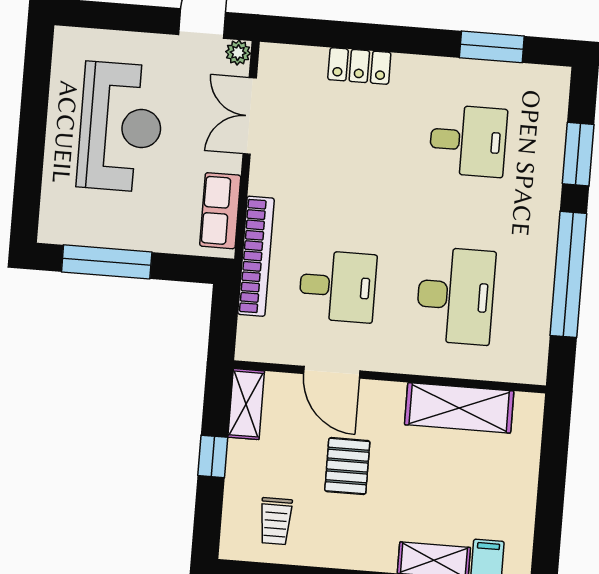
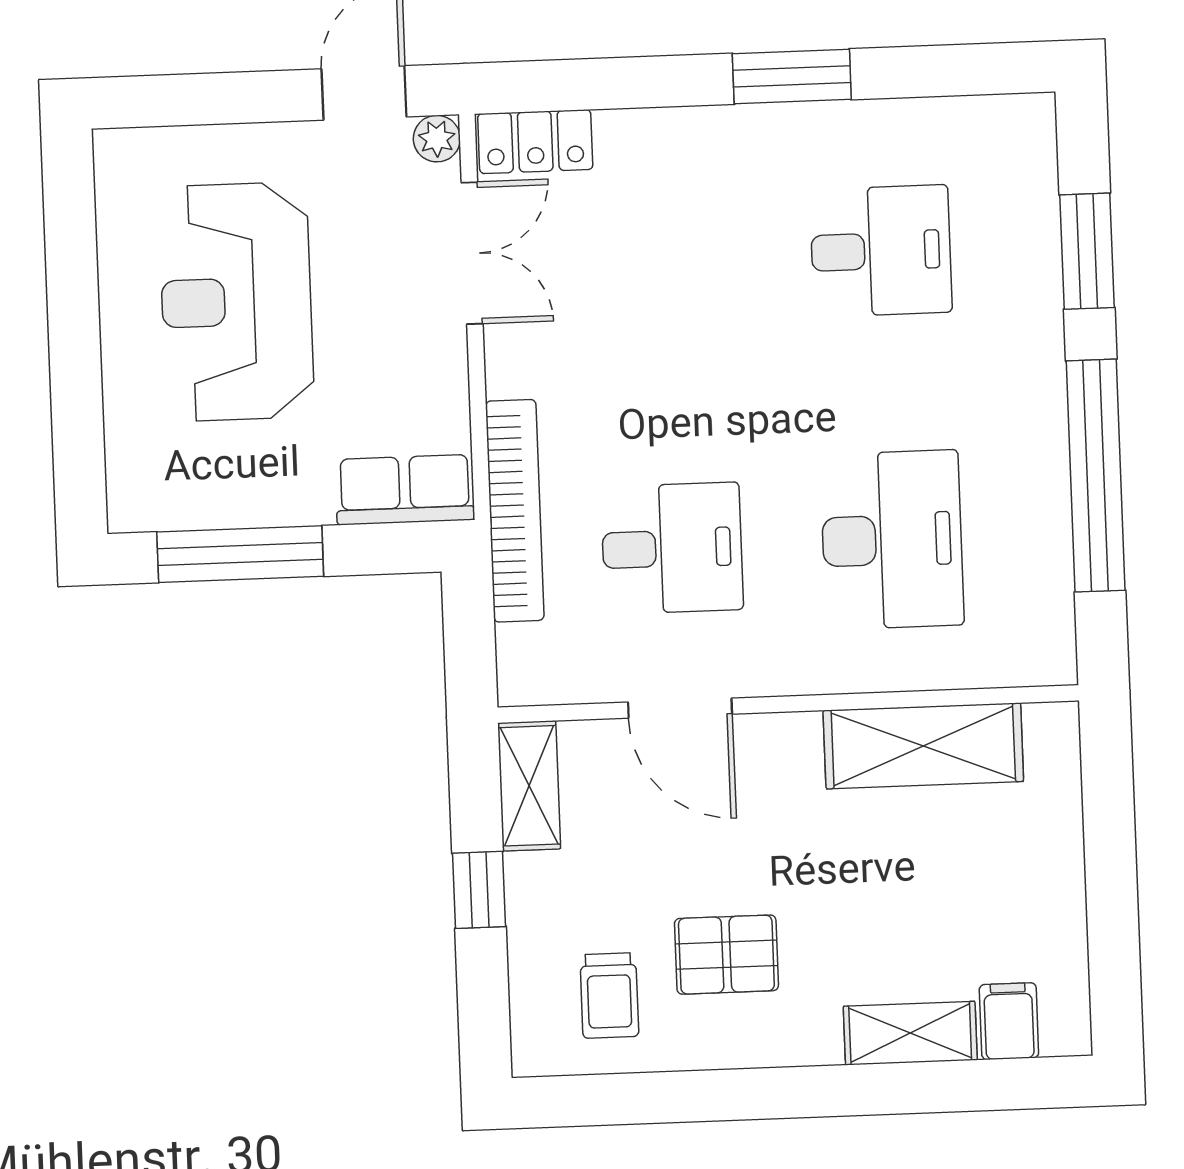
window: (492, 47) -> (792, 76), moved
locker: (359, 66) -> (535, 142), moved
double door: (250, 116) -> (472, 253), swing flipped
reception desk: (121, 127) -> (236, 302), turned 180
row of seats: (220, 211) -> (405, 490), moved, turned 90
pallet: (347, 466) -> (726, 955), moved, turned 90

